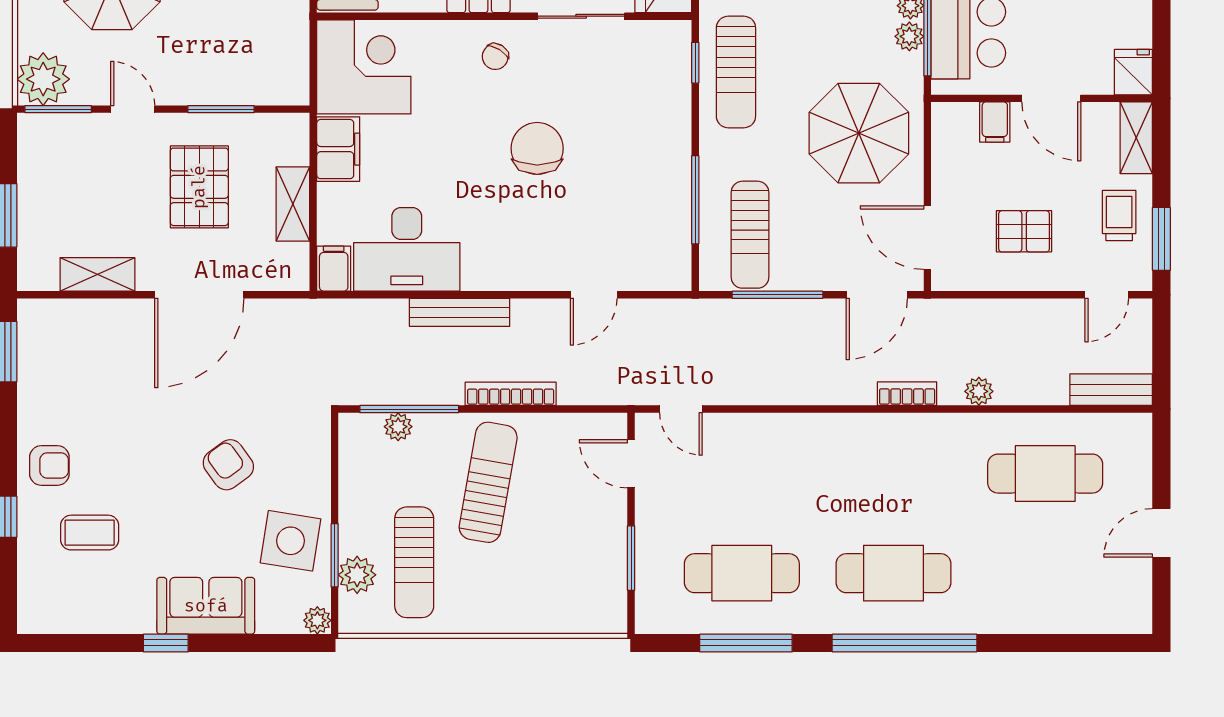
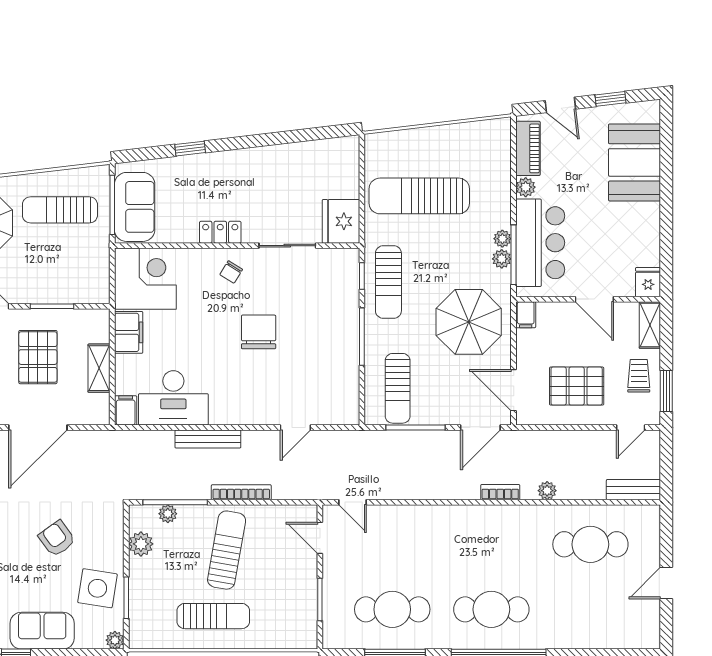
filing cabinet: (995, 122) -> (526, 315), moved
window: (695, 200) -> (362, 337), moved
pallet: (1024, 231) -> (577, 386), width x1.50, depth x1.42
sun lounger: (414, 562) -> (213, 616), moved, turned -90
plant: (357, 575) -> (141, 544), moved

